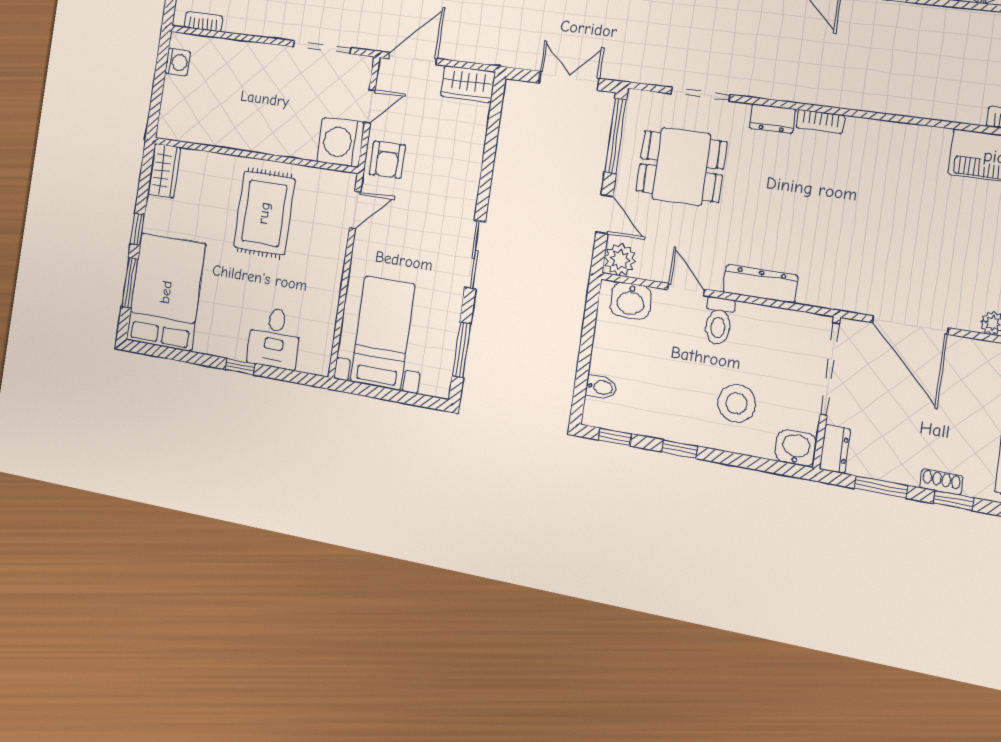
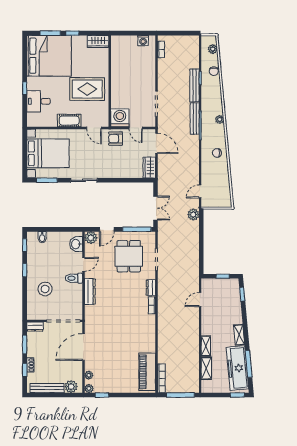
cot: (329, 269) -> (69, 121), added
bed: (166, 292) -> (49, 56), width x1.36
bed with nightstands: (382, 333) -> (48, 153), width x1.36
washbasin: (796, 448) -> (33, 313), removed

